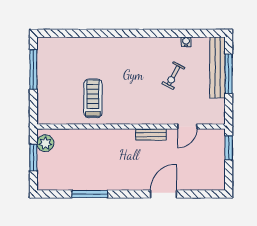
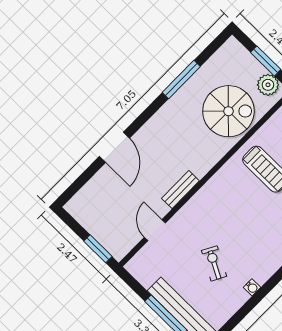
water cooler: (186, 42) -> (252, 287), moved
spiral stairs: (81, 151) -> (228, 111), added

